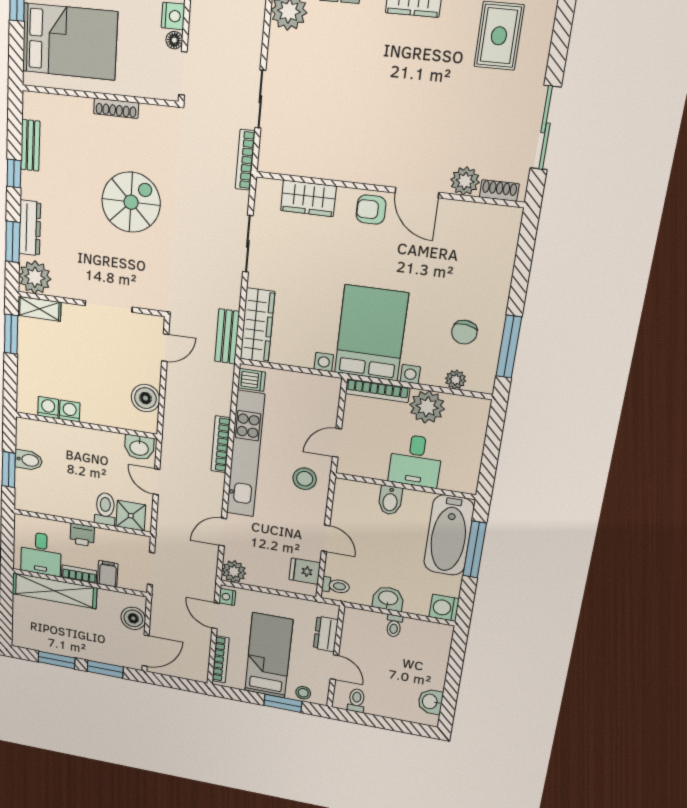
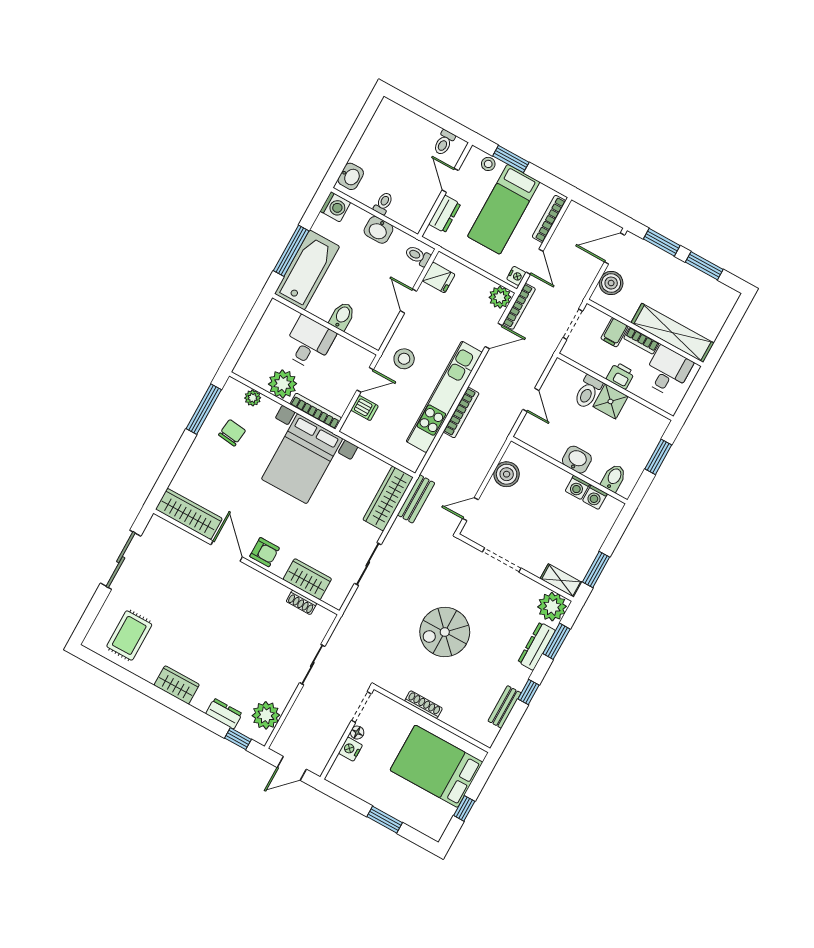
bookcase: (245, 160) -> (519, 306), moved
plant: (465, 181) -> (189, 545), removed
shoe rack: (499, 190) -> (301, 602), moved
wardrobe: (480, 218) -> (189, 514), added
dishwasher: (251, 380) -> (365, 408), moved, turned 180
washbasin: (139, 447) -> (577, 460), moved
bidet: (28, 460) -> (614, 478), moved, turned 90
shower: (131, 516) -> (610, 401), moved
washbasin: (430, 702) -> (351, 176), moved

